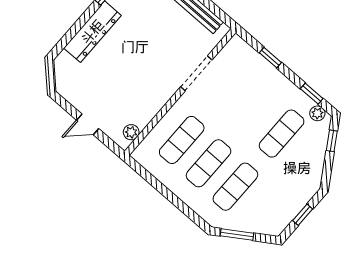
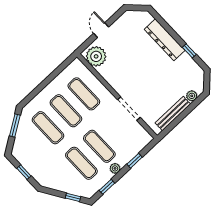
exercise mat: (255, 110) -> (99, 146), added
plant: (317, 113) -> (115, 168), moved
plant: (131, 132) -> (96, 56), width x1.88, depth x1.88

